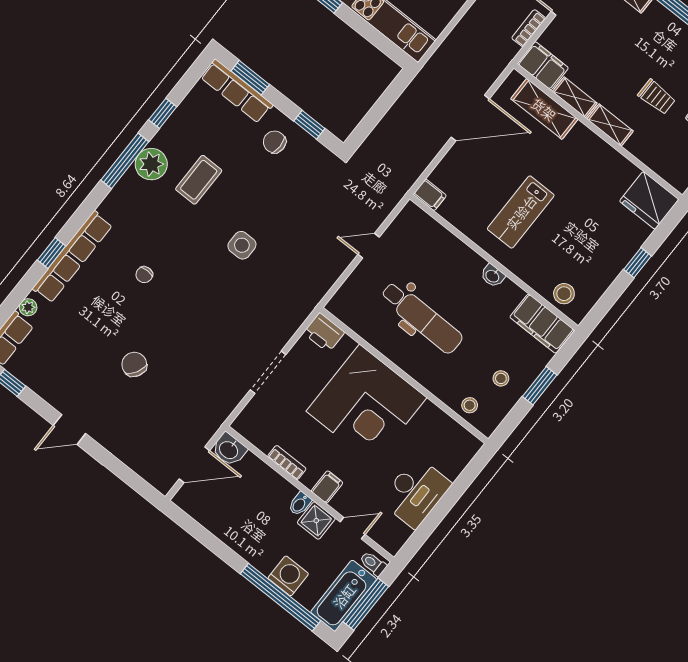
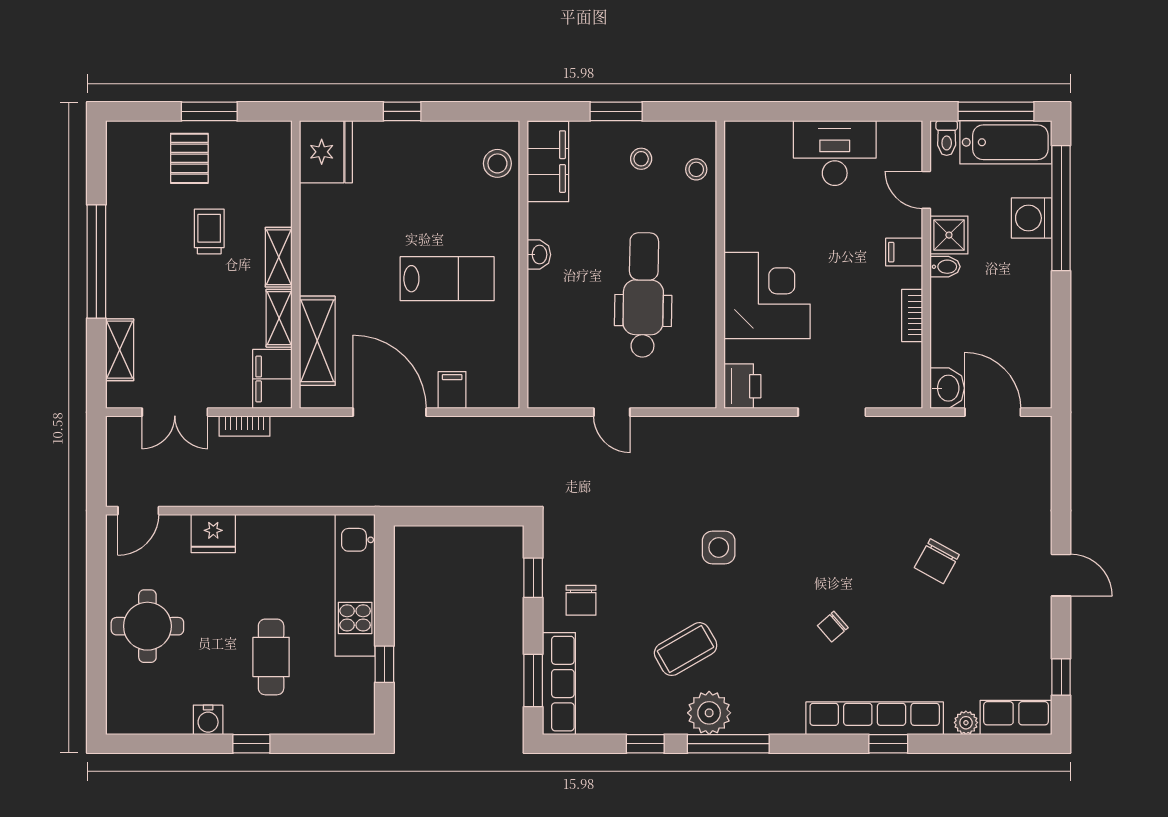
coffee table: (199, 180) -> (686, 649), turned -30
filing cabinet: (430, 195) -> (452, 390), moved
chair: (144, 275) -> (833, 627), turned 139
corner desk: (367, 404) -> (767, 295), width x0.74, depth x0.74

